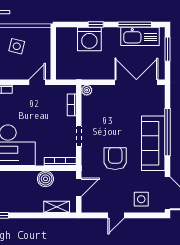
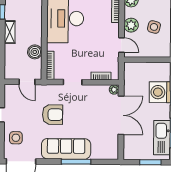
plant: (15, 72) -> (131, 25), added
double door: (136, 82) -> (121, 115), moved
window: (167, 132) -> (76, 162), width x0.68
shelving: (57, 207) -> (10, 32), moved

